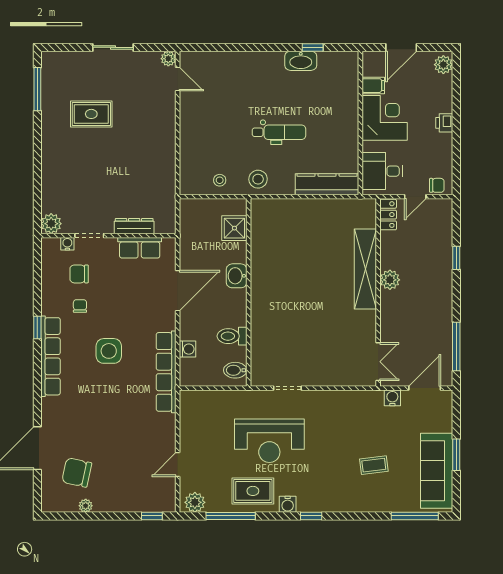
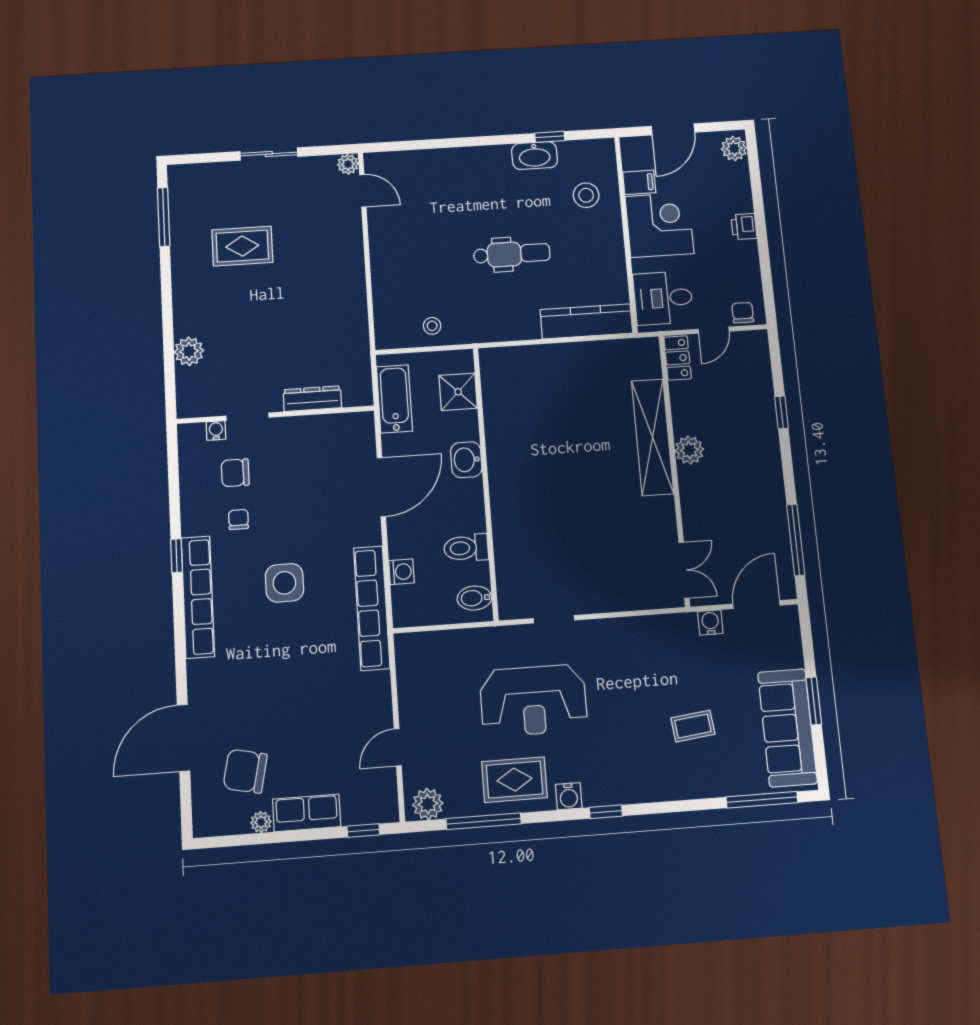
stool: (258, 179) -> (586, 195), moved
chair: (437, 185) -> (743, 313), turned -90
plant: (51, 224) -> (189, 351), moved
bathtub: (190, 230) -> (394, 399), added
row of seats: (140, 248) -> (307, 813), moved, turned 180

